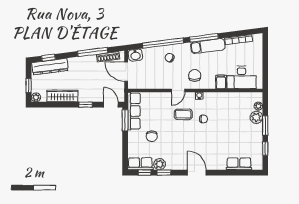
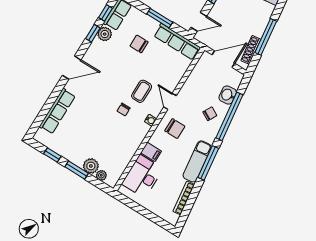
washbasin: (135, 55) -> (228, 95), moved
window: (125, 120) -> (160, 18), moved
row of seats: (239, 164) -> (57, 111), width x1.48

